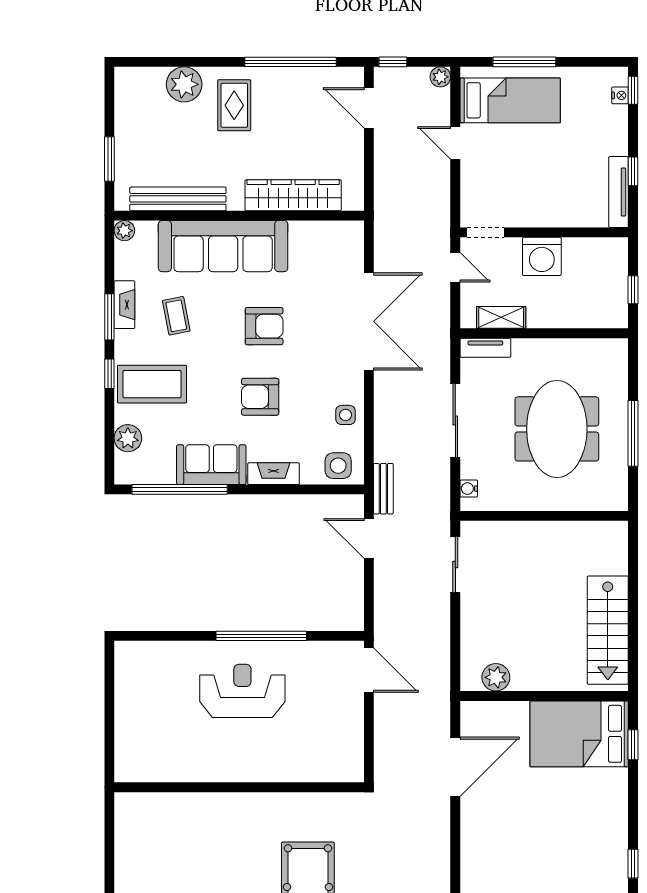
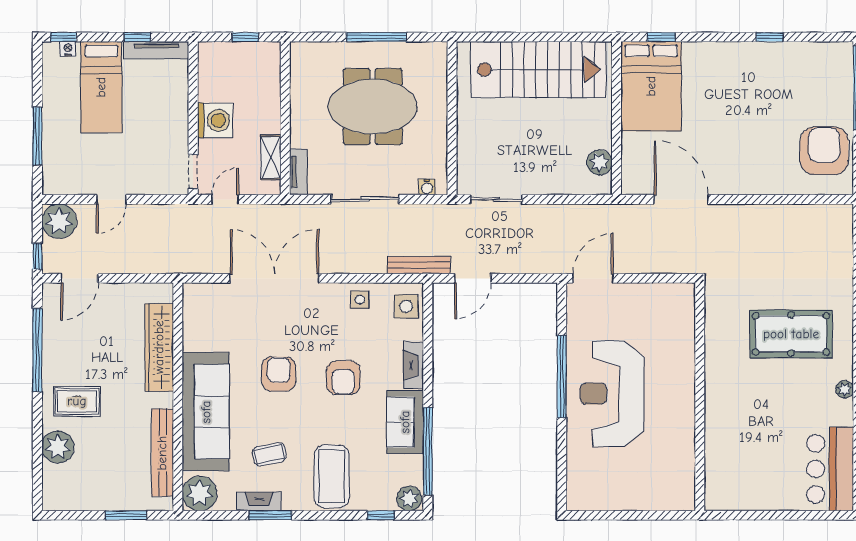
plant: (440, 77) -> (59, 221), width x1.88, depth x1.88
bed: (510, 100) -> (101, 87), moved, turned 180
plant: (124, 231) -> (200, 493), width x1.88, depth x1.88
window: (109, 374) -> (381, 515), moved
plant: (128, 438) -> (409, 498), moved
bench: (383, 489) -> (419, 265), width x1.36
stairs: (608, 630) -> (538, 70), width x1.36, depth x1.51
reception desk: (242, 691) -> (612, 394), width x1.36, depth x1.30

